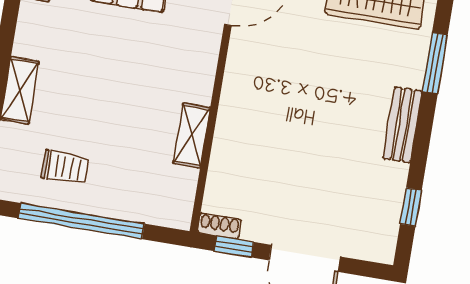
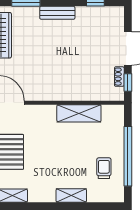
shelving: (192, 135) -> (79, 113), width x1.50, depth x1.33
shoe rack: (219, 226) -> (119, 77), moved

